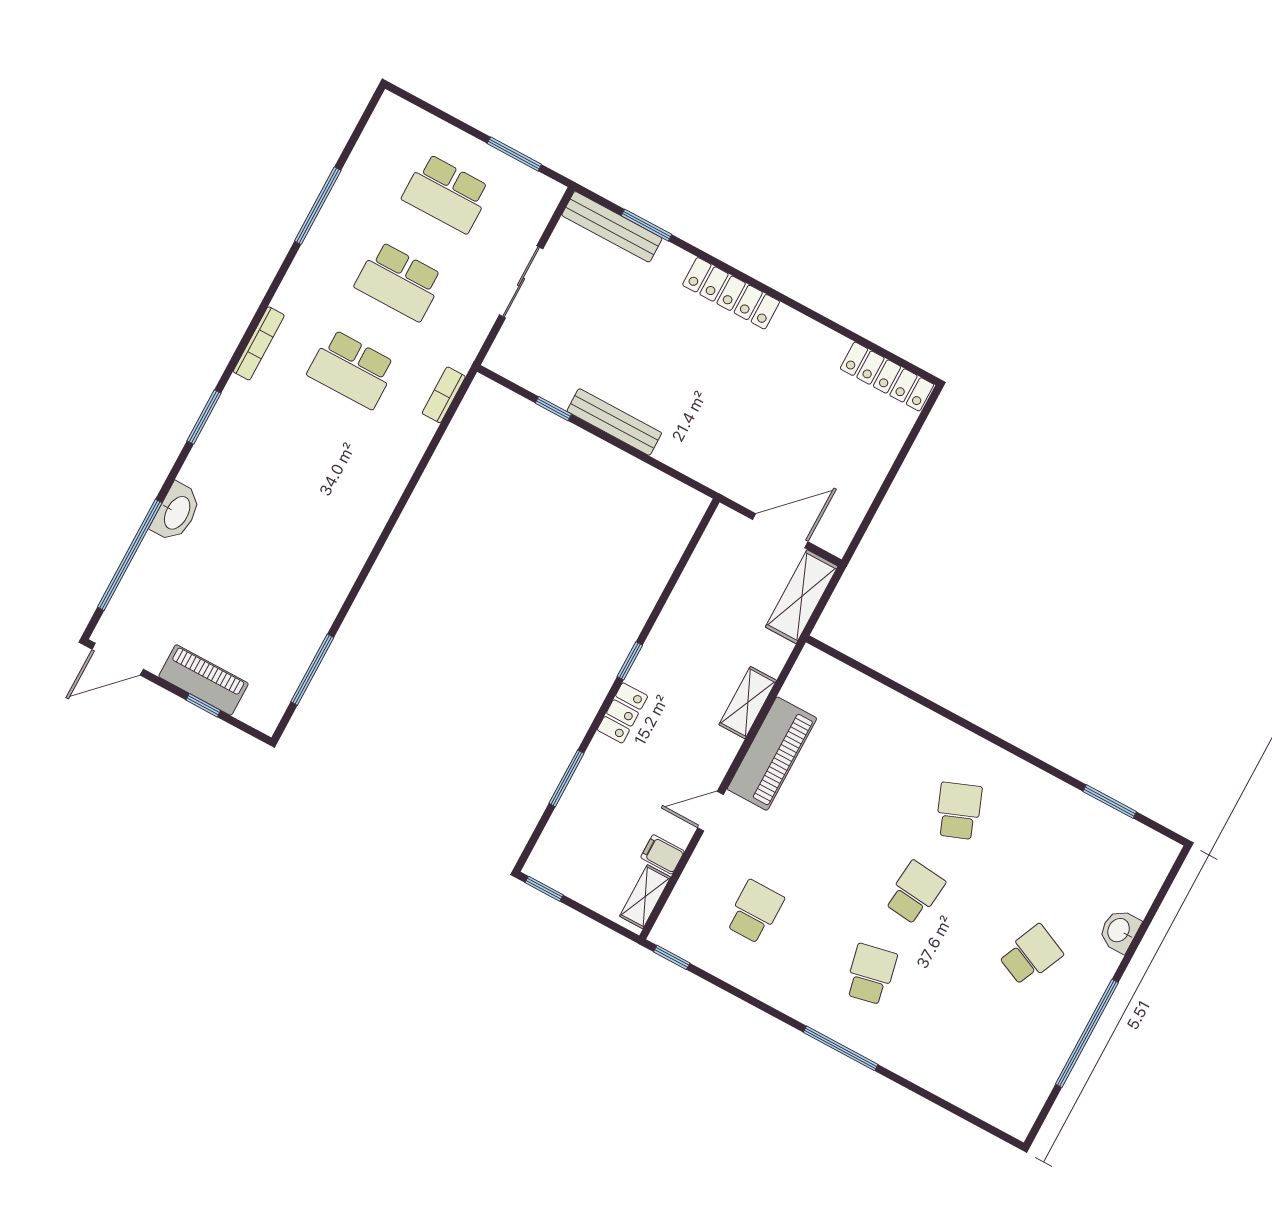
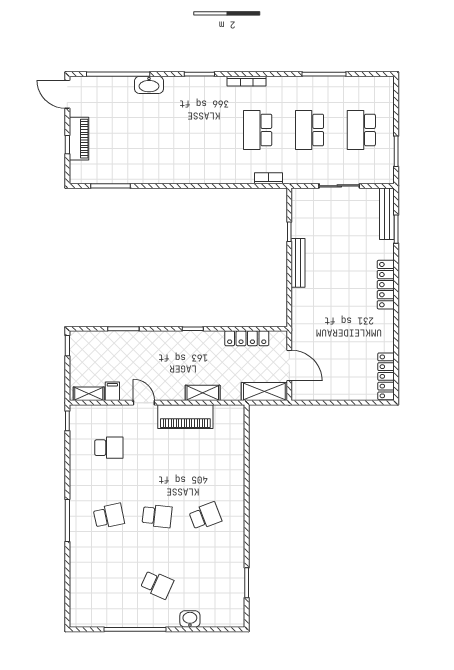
locker: (622, 713) -> (247, 338), moved, width x1.53

